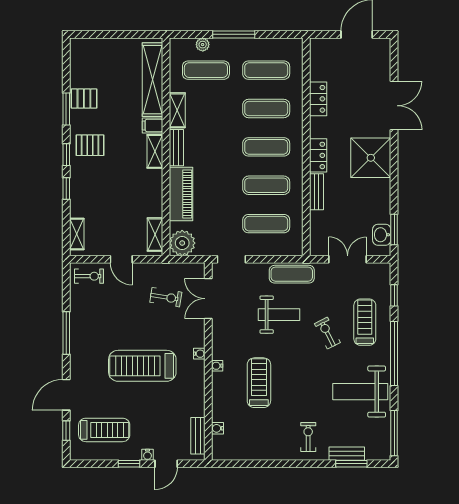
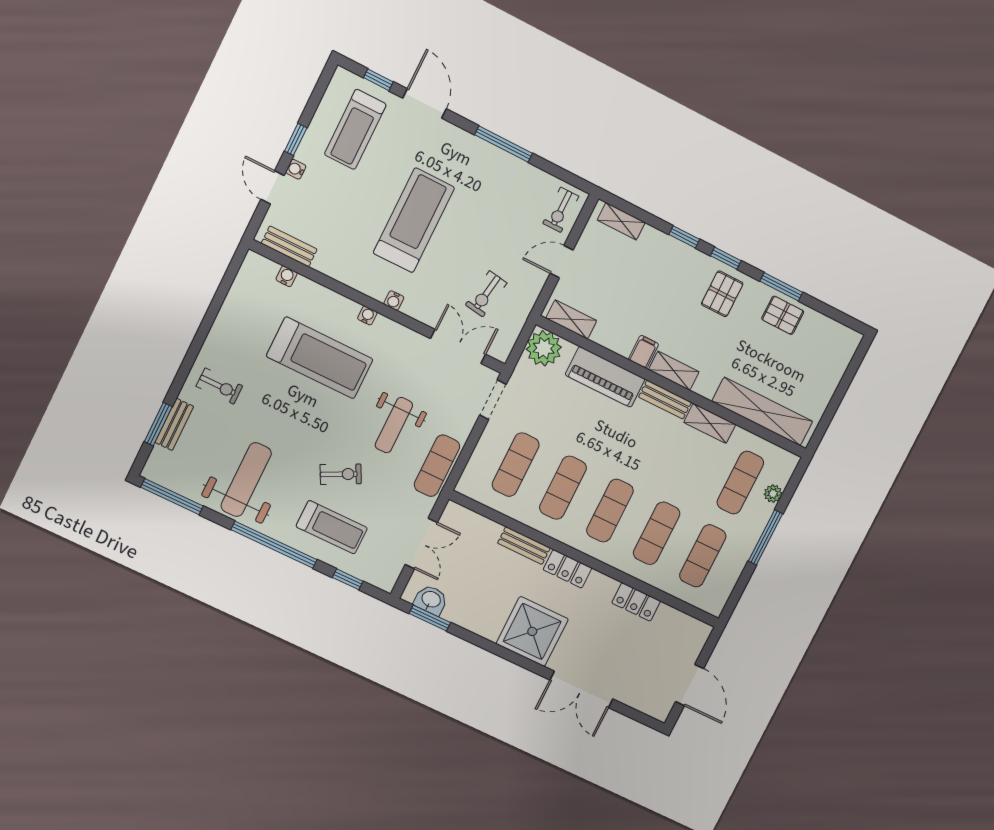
pallet: (84, 99) -> (783, 315), turned 90
filing cabinet: (152, 125) -> (644, 352), moved
treadmill: (259, 383) -> (320, 358), width x1.37, depth x1.38

